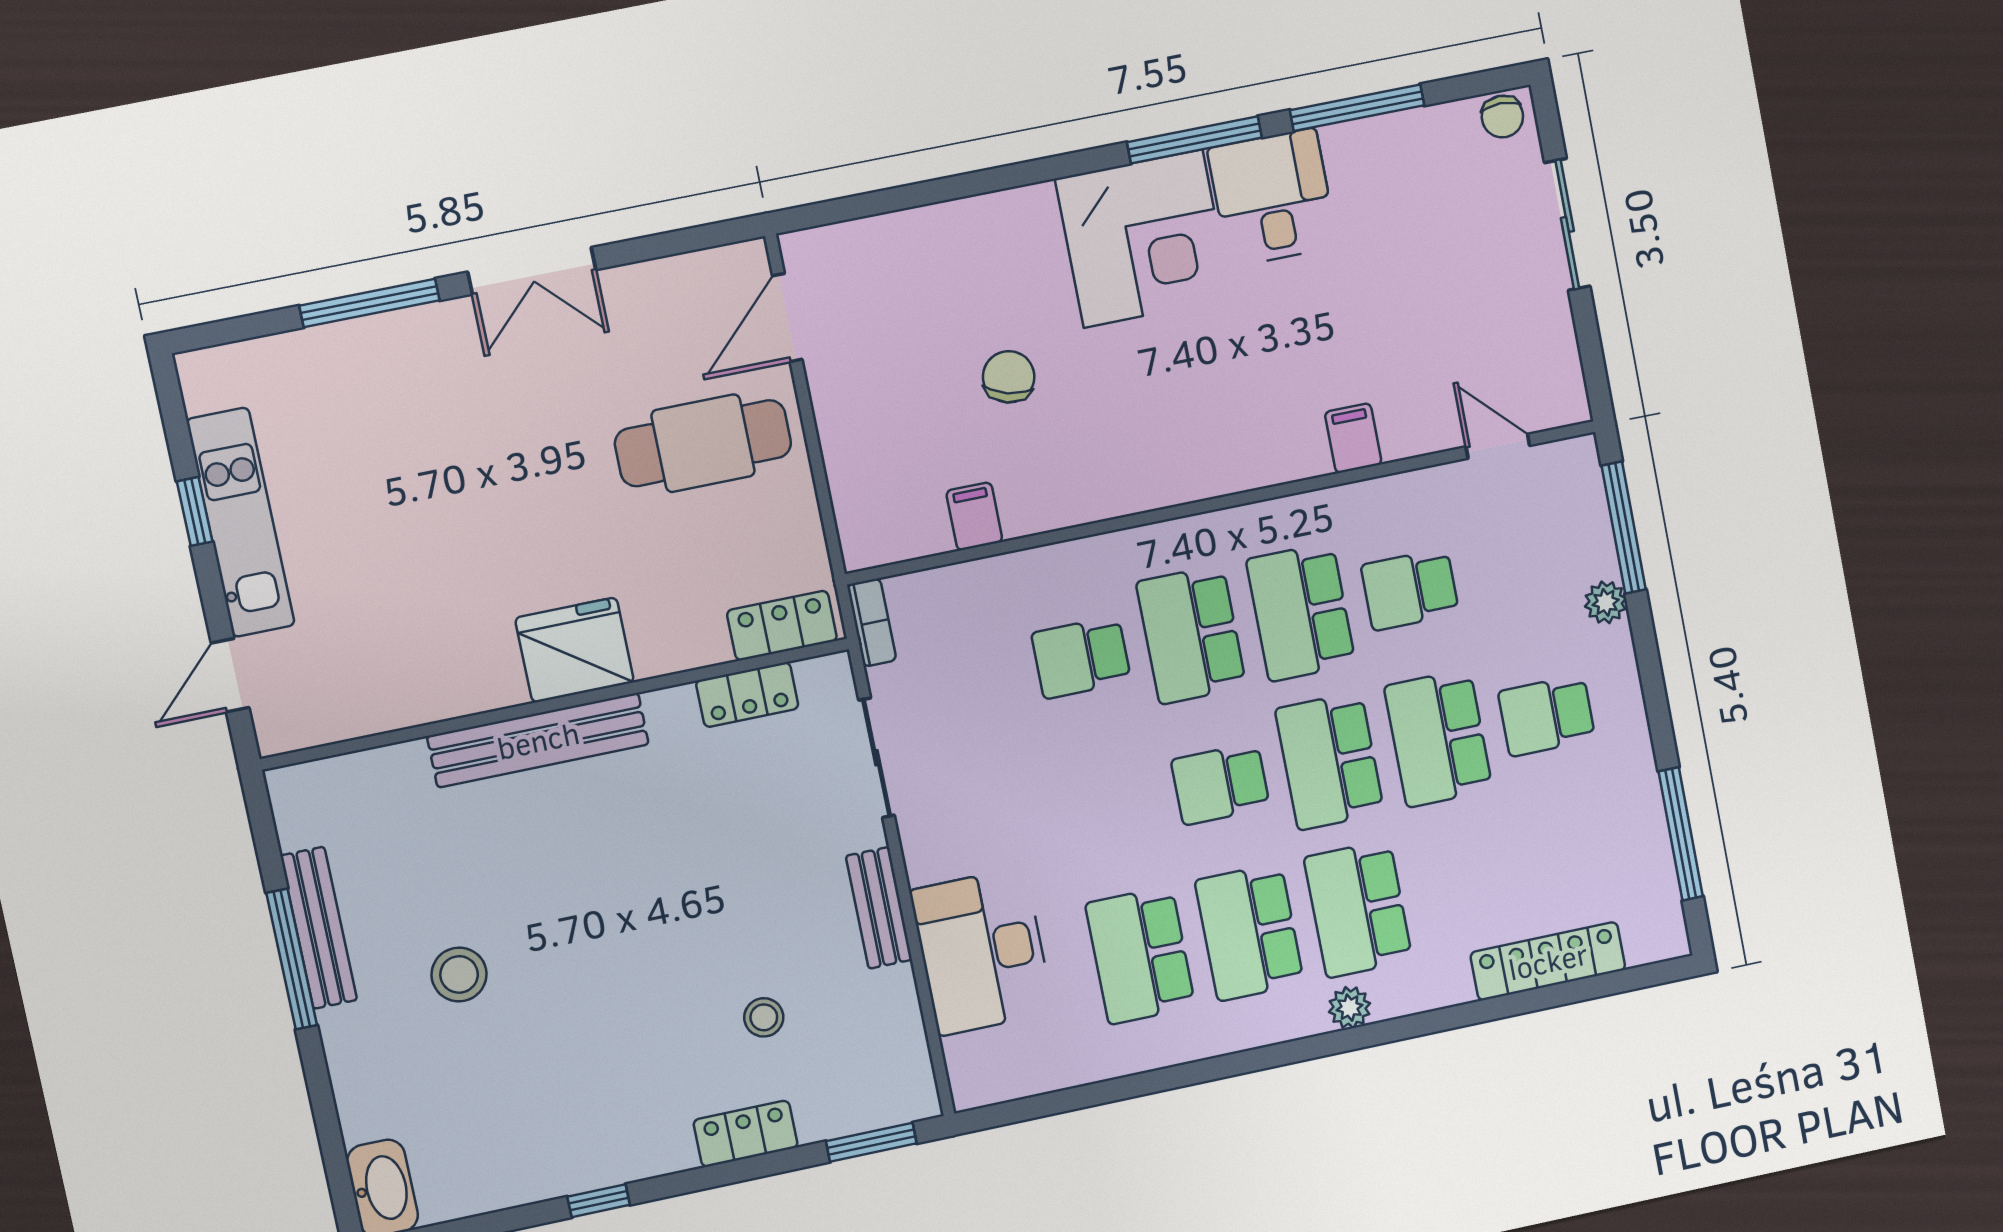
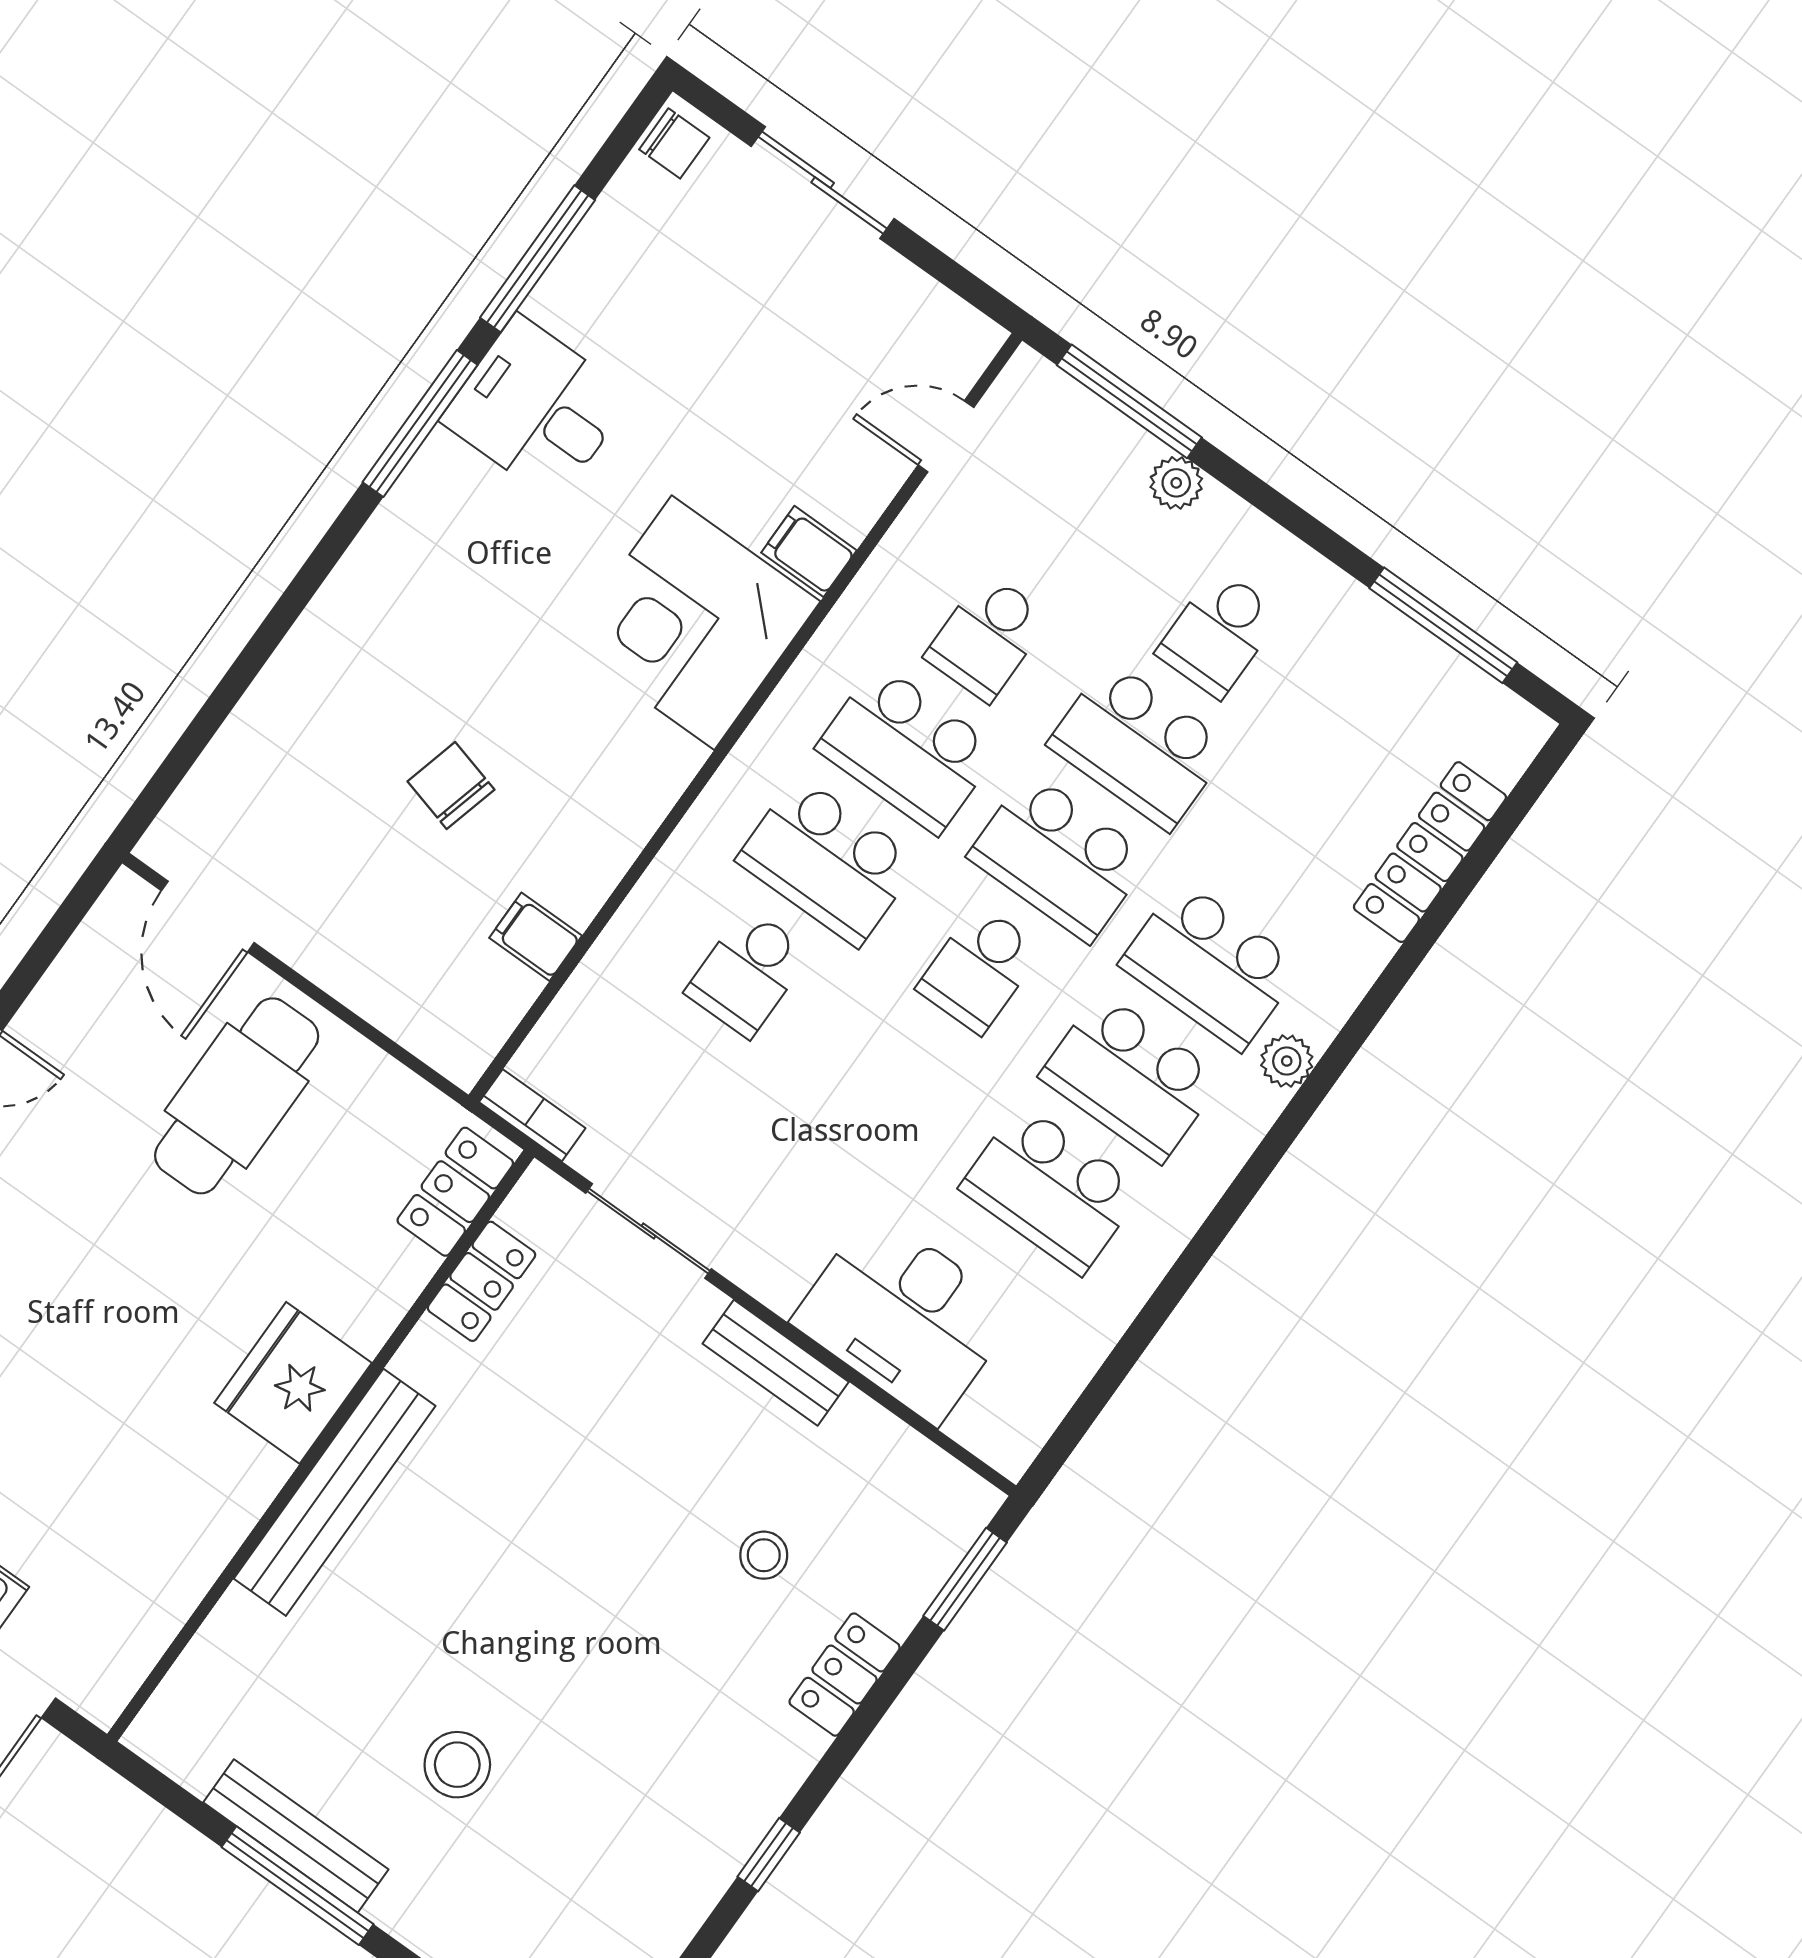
corner desk: (1143, 239) -> (693, 623), moved, turned 180

